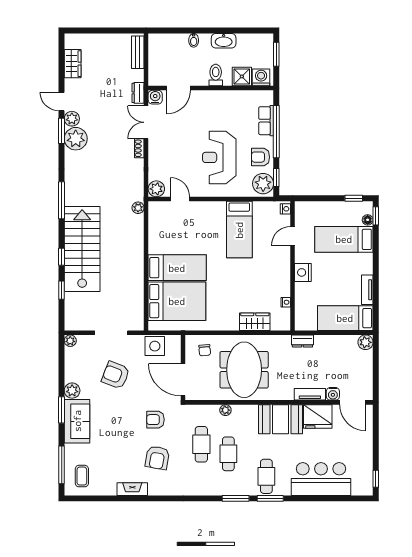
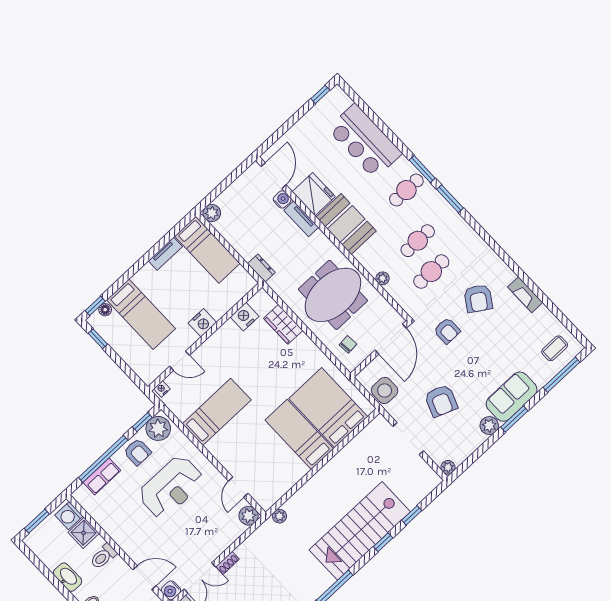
nightstand: (286, 302) -> (245, 317), width x1.89, depth x1.79
armchair: (157, 458) -> (478, 298), turned 113

